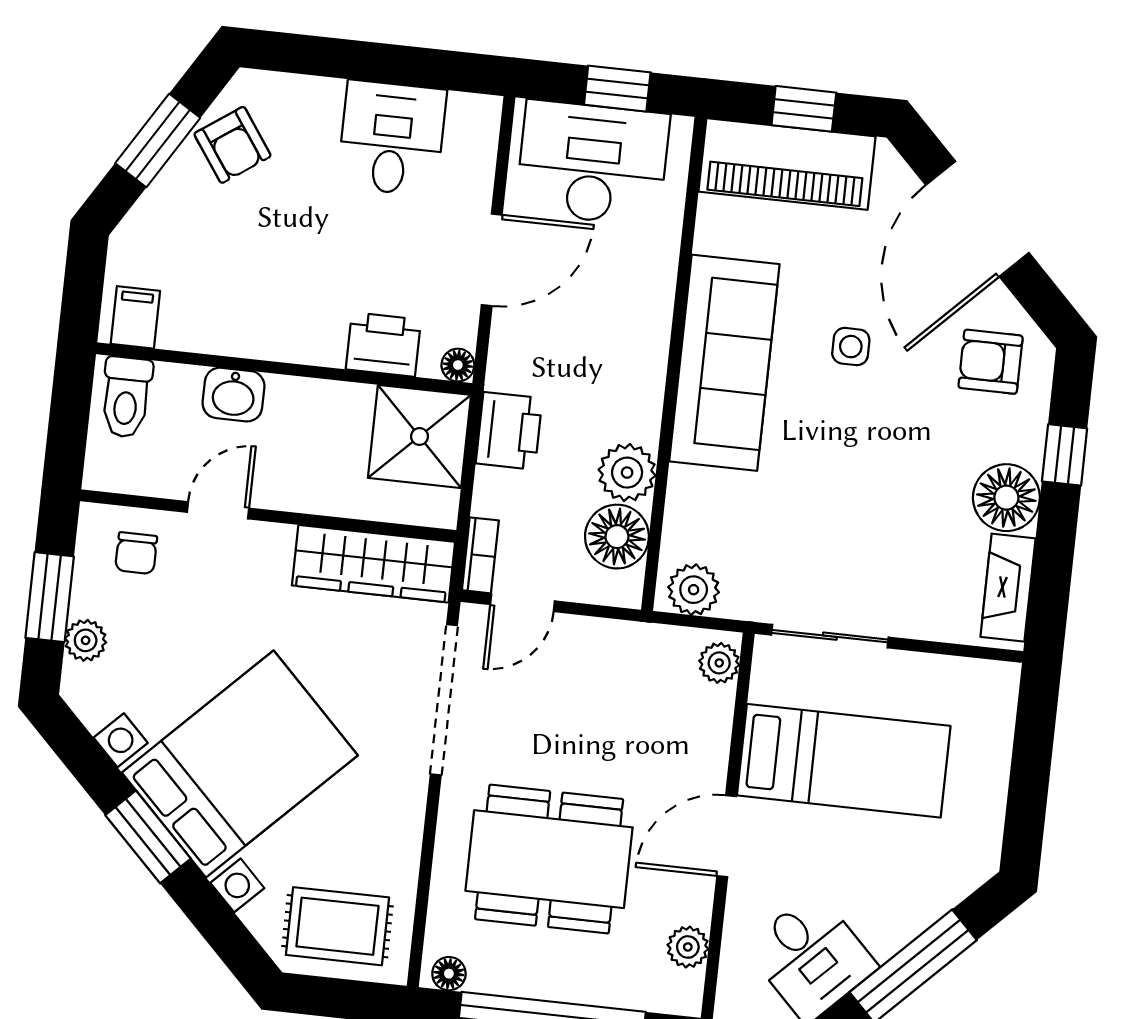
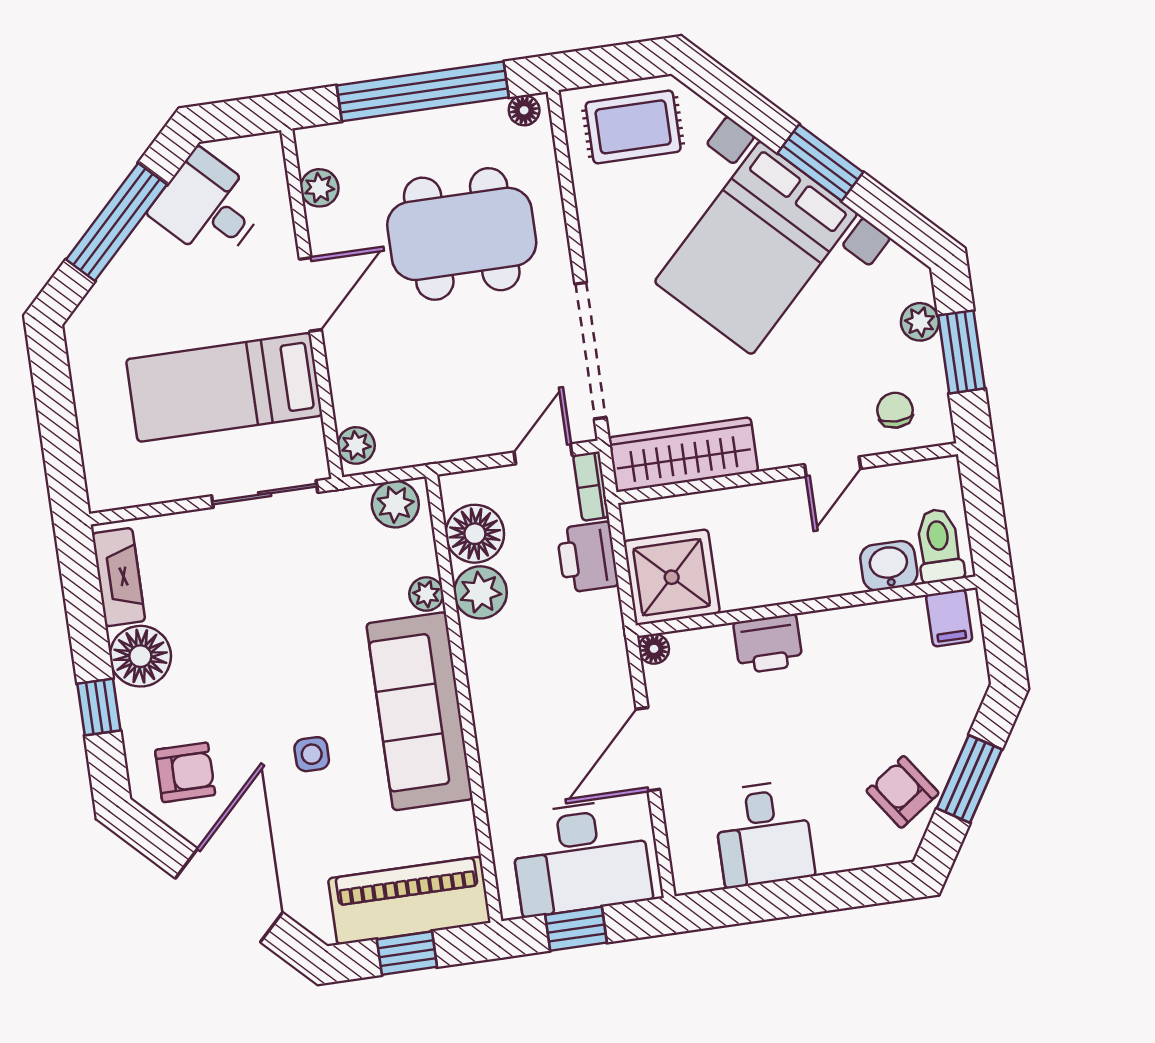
printer: (383, 345) -> (768, 644), moved
washbasin: (234, 395) -> (889, 566), moved
printer: (509, 431) -> (587, 557), moved
plant: (685, 486) -> (426, 594), added

